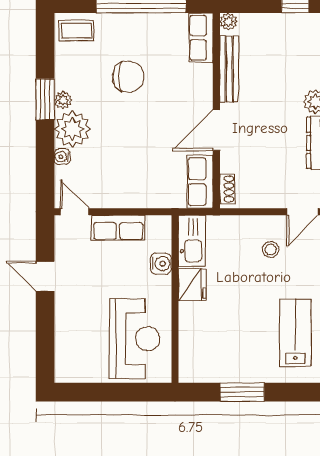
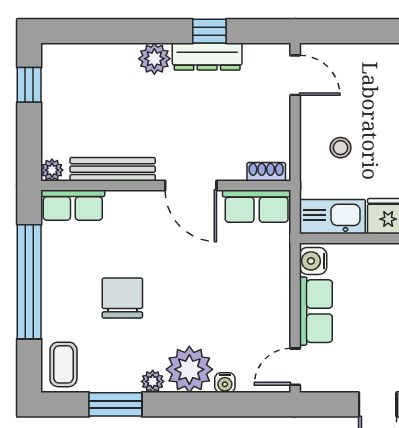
window: (45, 99) -> (115, 404), moved
stool: (271, 250) -> (340, 148), moved
water cooler: (161, 264) -> (313, 261), moved, turned -90

